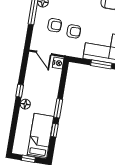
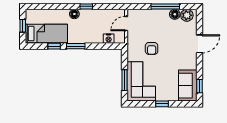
armchair: (55, 25) -> (154, 29), removed
nightstand: (58, 63) -> (109, 39), moved

